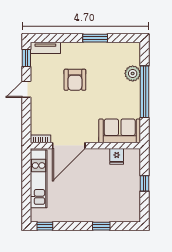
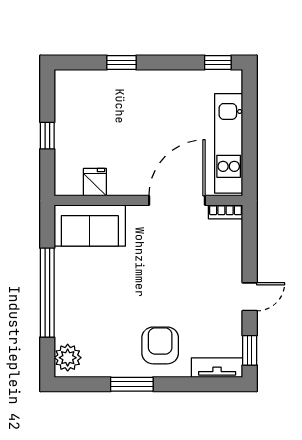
plant: (133, 73) -> (68, 358), moved
armchair: (75, 80) -> (160, 345), moved

